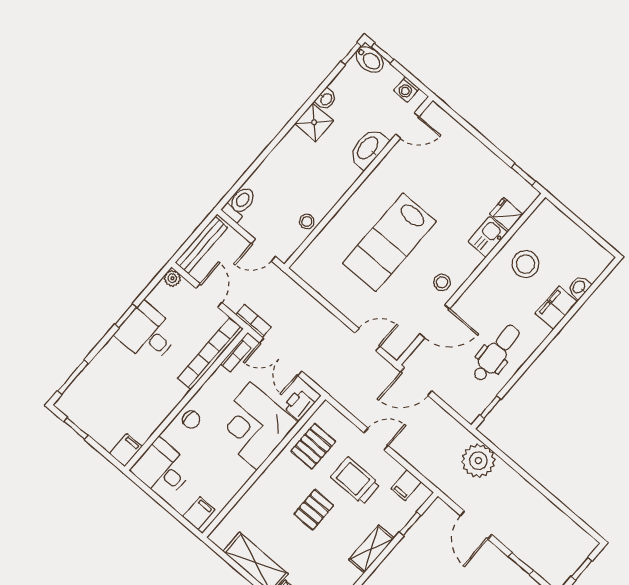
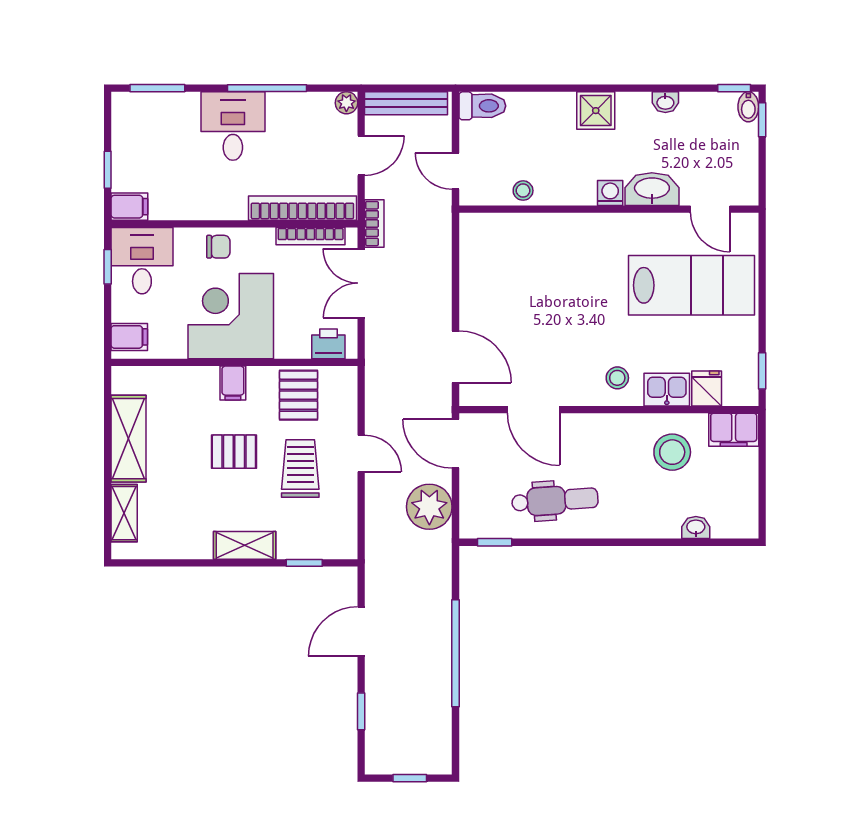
bidet: (370, 60) -> (748, 107), width x0.72, depth x0.74
washing machine: (406, 90) -> (610, 193), moved, turned 90
shower: (314, 122) -> (596, 111), moved
lab bench: (389, 242) -> (692, 285), moved, turned 180
stool: (442, 282) -> (617, 378), moved
filing cabinet: (556, 308) -> (734, 430), moved, turned 180
window: (126, 316) -> (267, 88), width x2.17
desk: (147, 334) -> (233, 126), moved
door: (367, 340) -> (455, 357), width x1.37
bookcase: (236, 356) -> (311, 236), width x1.56
chair: (191, 420) -> (218, 247), turned -90
corner desk: (254, 426) -> (231, 316), moved
window: (76, 429) -> (108, 170), moved
pallet: (313, 446) -> (298, 395), turned 90
plant: (478, 461) -> (429, 507), moved
window: (534, 483) -> (455, 653), added
filing cabinet: (406, 485) -> (233, 383), moved, turned -90
window: (149, 491) -> (108, 267), added

